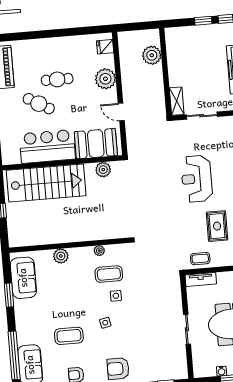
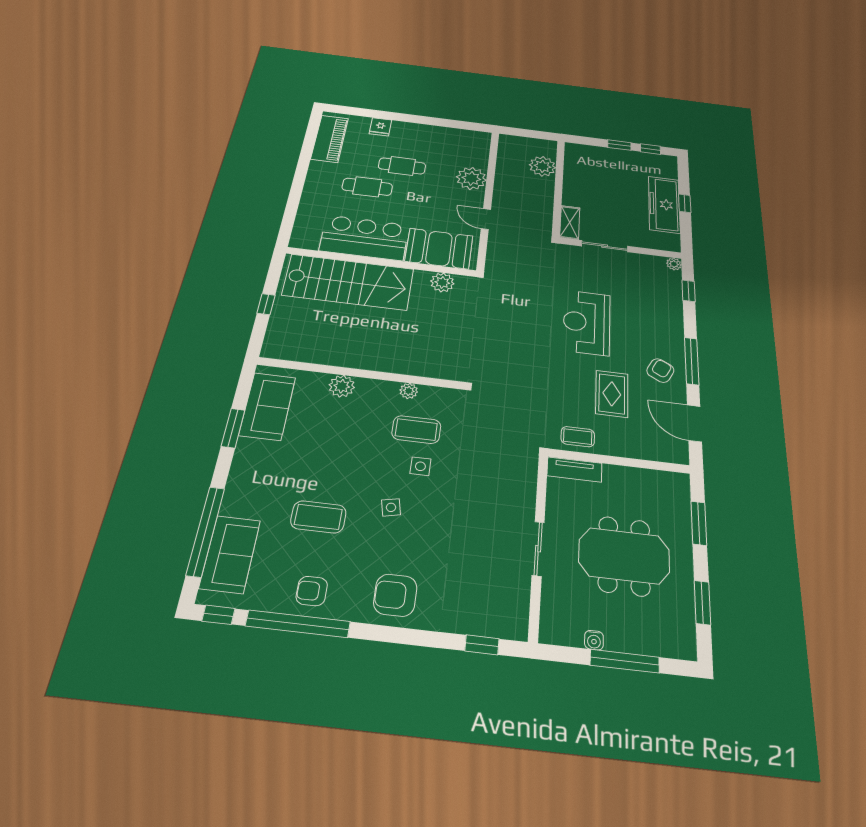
fridge: (105, 47) -> (380, 127), moved, turned -90
cafe table: (39, 104) -> (367, 187), turned -30

